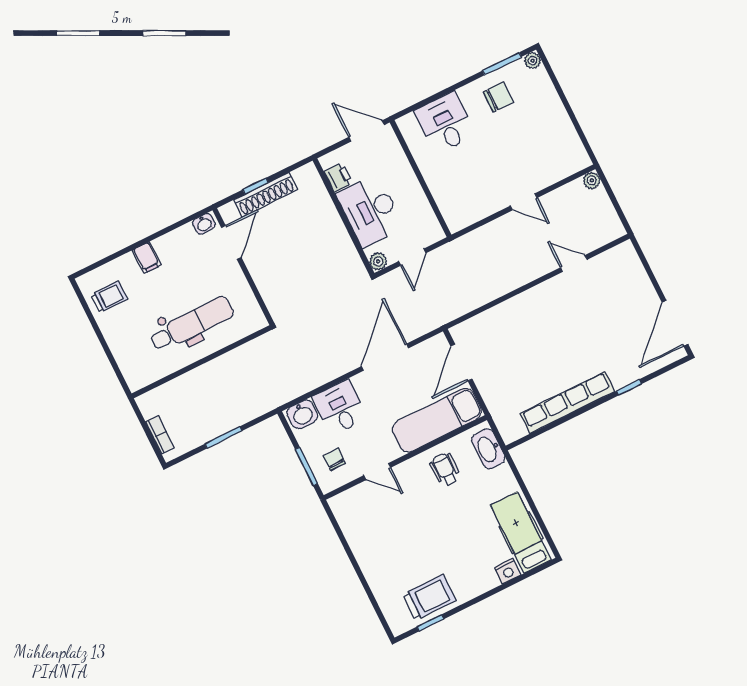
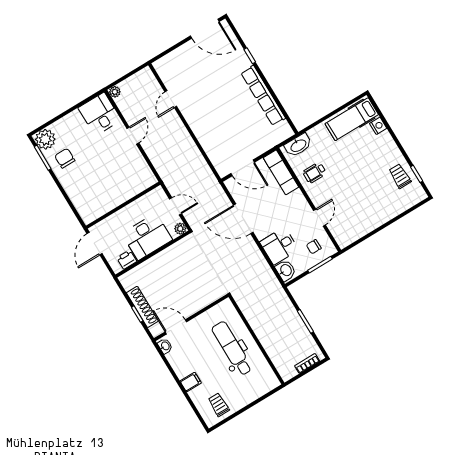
plant: (532, 61) -> (45, 139), width x1.88, depth x1.88
desk: (445, 123) -> (100, 114), moved, turned 90
exam couch: (437, 420) -> (281, 172), width x0.73, depth x0.69
trolley: (429, 597) -> (400, 176), width x0.73, depth x0.72

